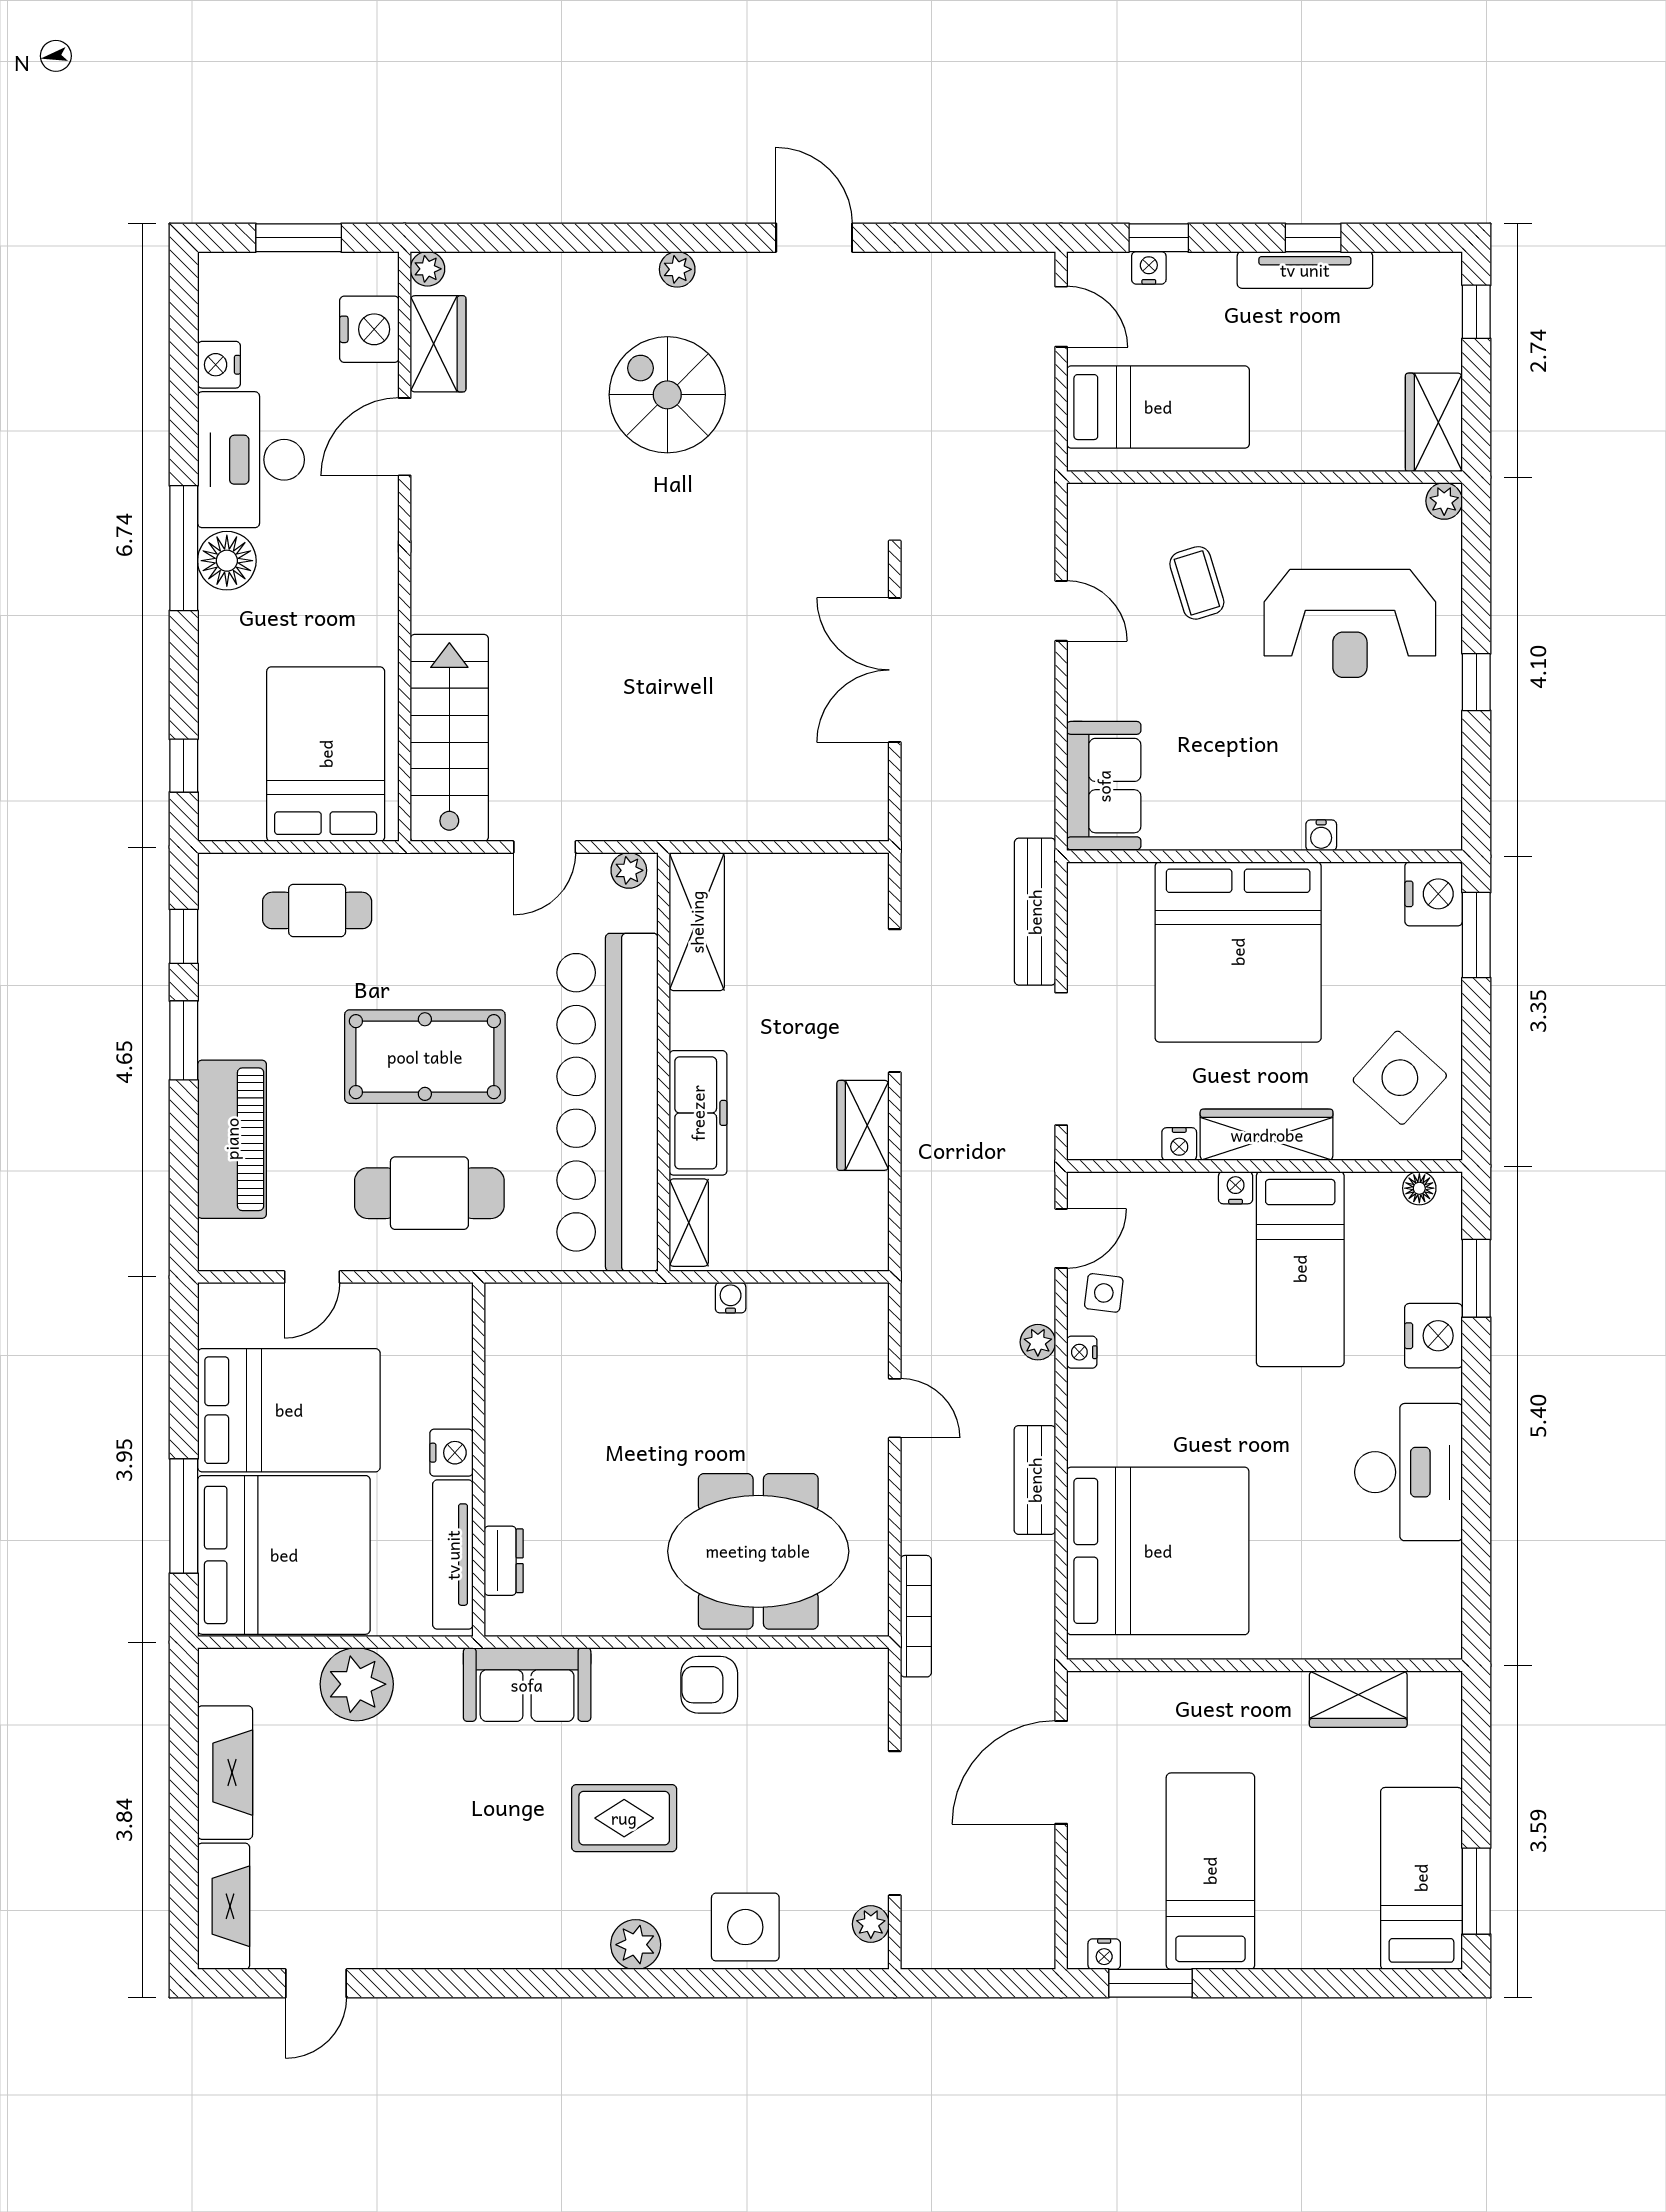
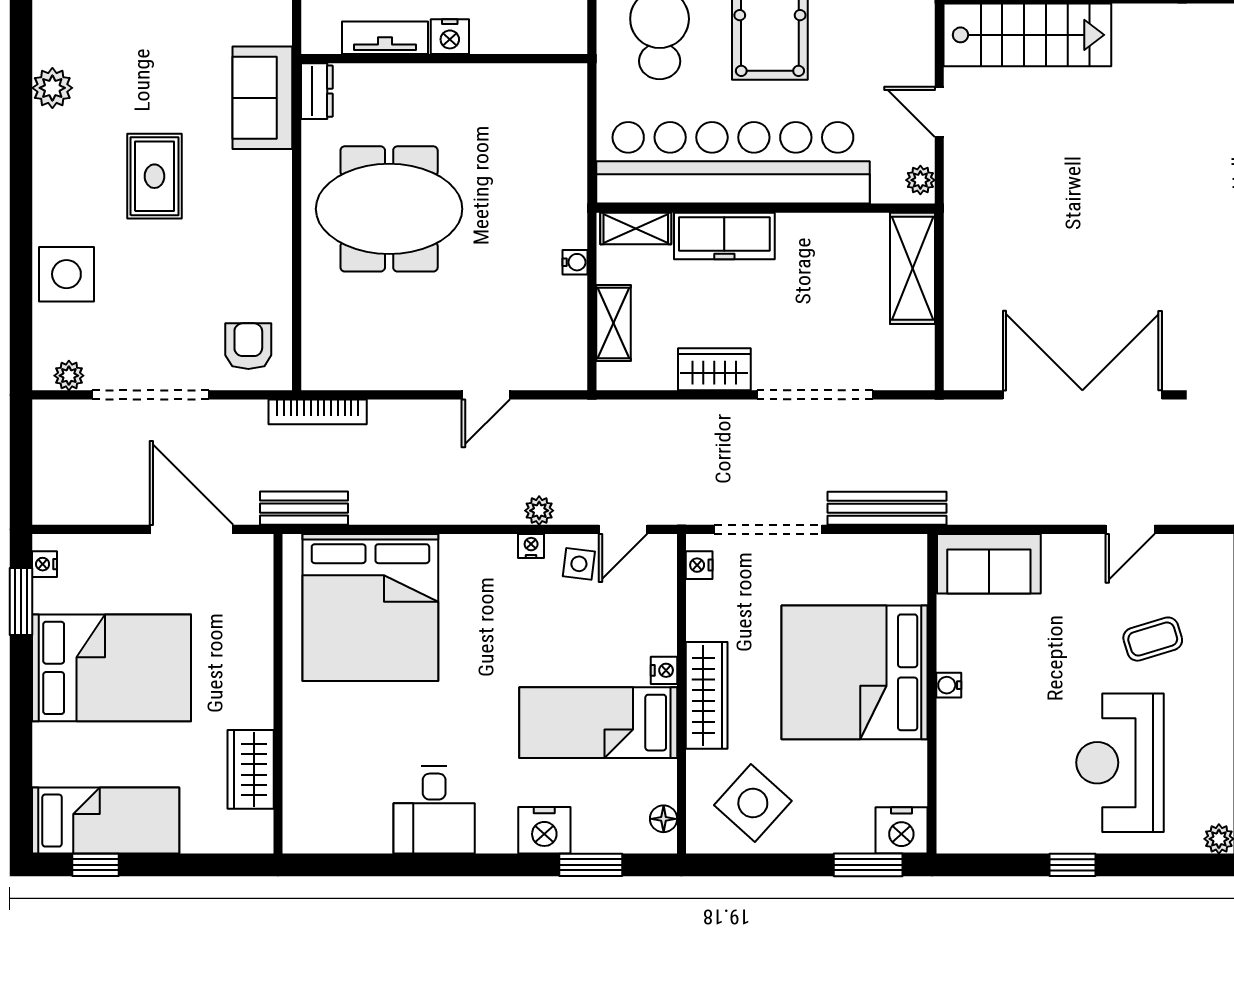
double door: (895, 670) -> (1082, 395), width x1.36
water cooler: (1321, 835) -> (949, 685), moved
shelving: (697, 922) -> (912, 268), moved, turned 90
nightstand: (1179, 1144) -> (699, 565), moved
door: (1061, 1238) -> (623, 529), hinge flipped
shelving: (806, 1250) -> (613, 323), added
desk: (1408, 1472) -> (434, 810), width x0.73
bench: (1035, 1480) -> (304, 508), moved
meeting table: (758, 1551) -> (389, 209), moved, turned 90
tv unit: (453, 1555) -> (385, 38), width x0.71
dresser: (504, 1561) -> (317, 91), moved, turned -90
armchair: (709, 1685) -> (248, 346), moved
bed: (1210, 1871) -> (112, 668), width x1.50
window: (1476, 1891) -> (95, 865), width x0.67
plant: (636, 1945) -> (52, 88), moved

